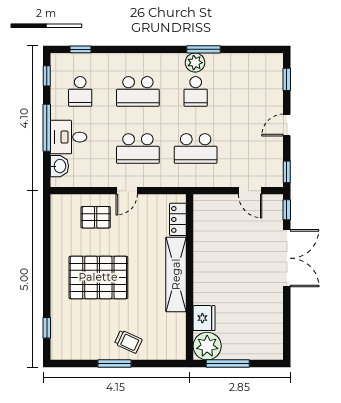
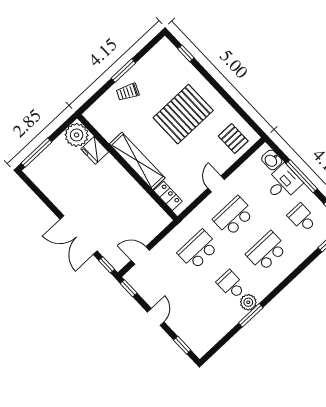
pallet: (96, 217) -> (233, 138), moved, turned 90
window: (228, 363) -> (36, 153), moved

